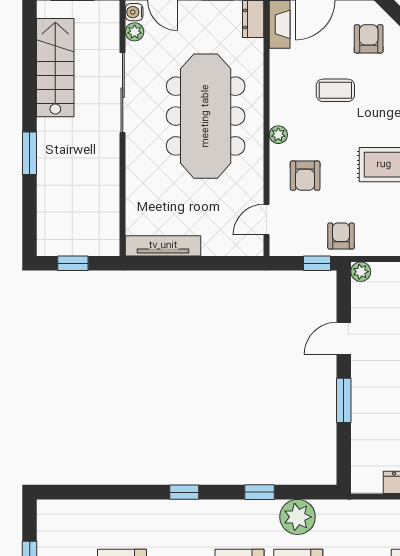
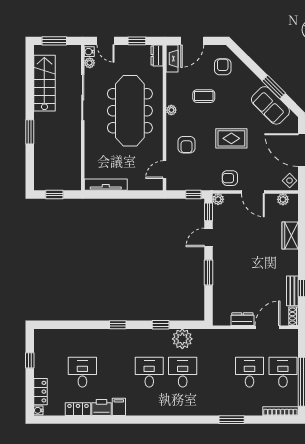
plant: (278, 135) -> (171, 110), moved
armchair: (341, 236) -> (230, 178), moved, turned -90
window: (344, 294) -> (209, 212), added

